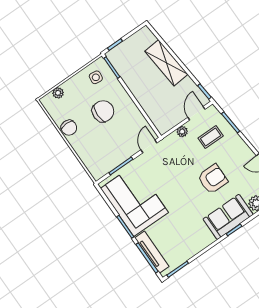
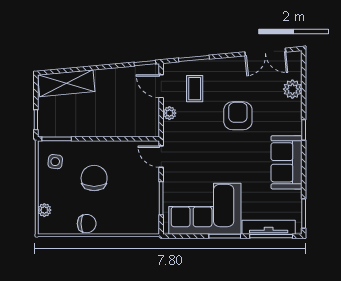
shelving: (166, 63) -> (66, 83), moved
sofa: (228, 217) -> (286, 162), moved

